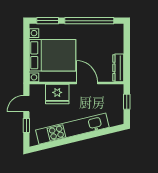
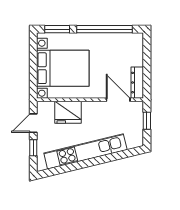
door: (87, 83) -> (118, 100), moved

